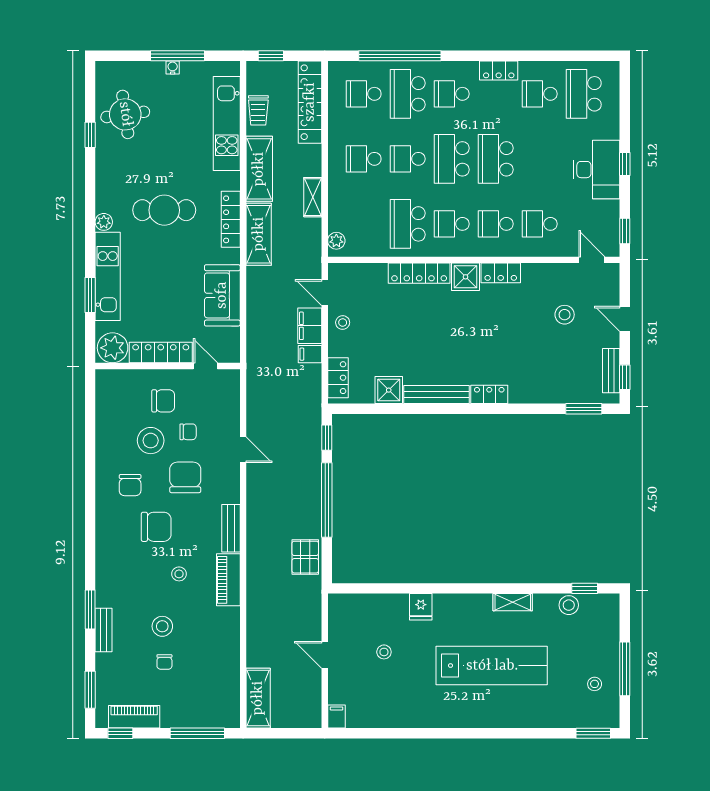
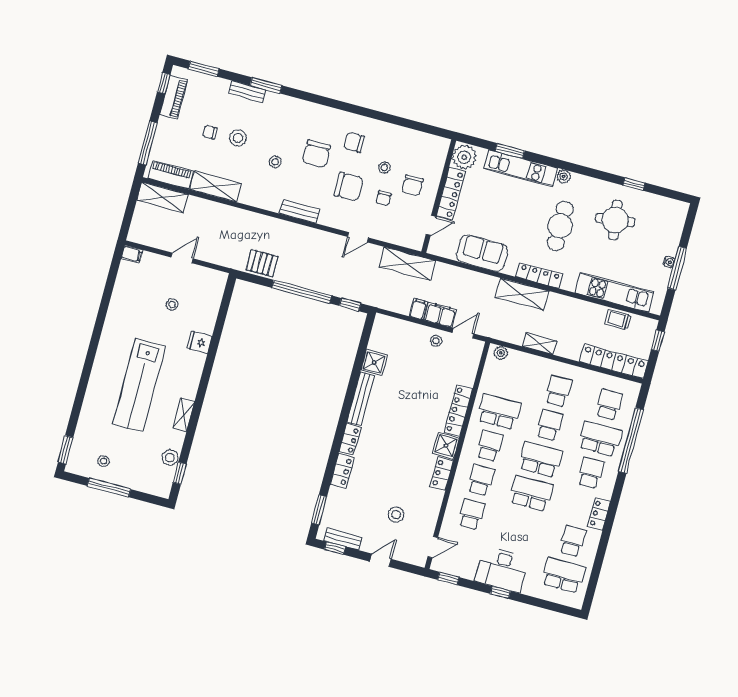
round table: (125, 114) -> (615, 220), moved
shelving: (259, 169) -> (407, 264), moved
locker: (338, 378) -> (342, 471), moved, turned -90
stool: (151, 441) -> (384, 167), width x0.53, depth x0.53
piano: (228, 580) -> (171, 175), moved
shelving: (228, 638) -> (215, 186), added

